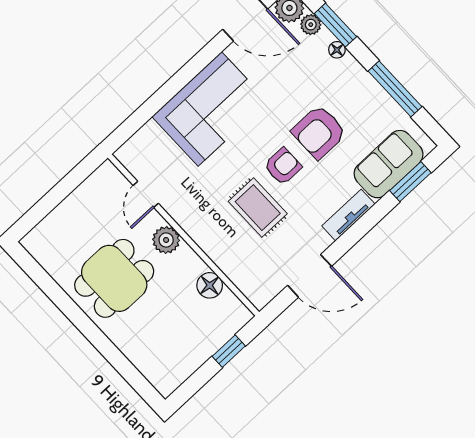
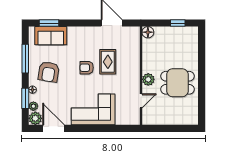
armchair: (319, 132) -> (49, 72), moved, turned 99
tv unit: (348, 215) -> (80, 31), removed
floor lamp: (210, 285) -> (148, 32), moved
window: (229, 351) -> (178, 23), moved

